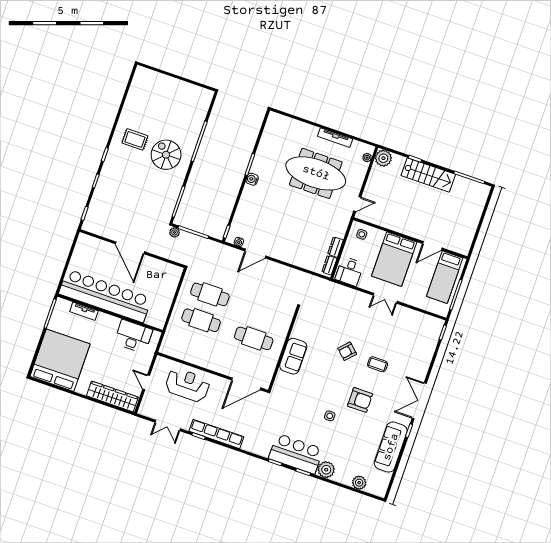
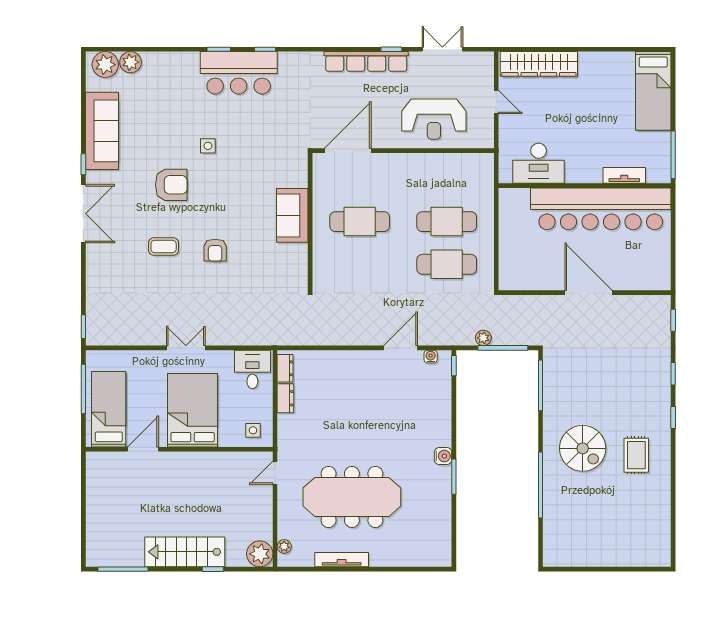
rug: (135, 139) -> (636, 455), turned 90
plant: (174, 232) -> (483, 338), moved
armchair: (347, 351) -> (215, 250), turned 137
bed: (60, 360) -> (653, 91), width x0.49
armchair: (360, 400) -> (171, 185), turned 180
plant: (326, 470) -> (105, 65), moved

